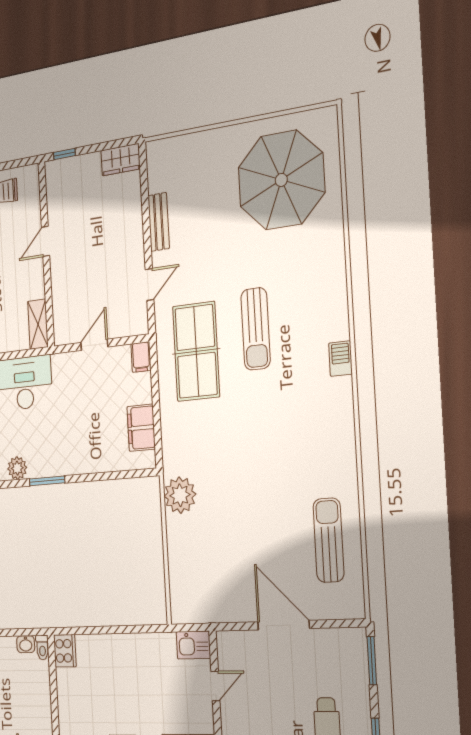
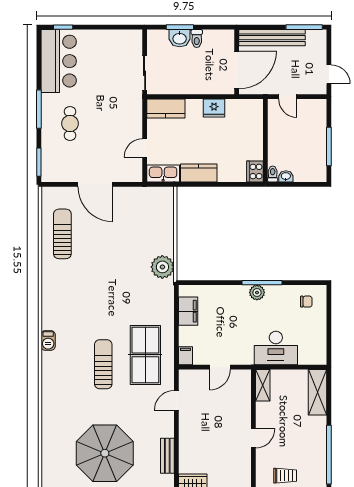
parasol: (281, 180) -> (105, 453), moved
bench: (159, 222) -> (167, 456), moved
plant: (17, 468) -> (257, 293), moved
window: (47, 481) -> (262, 283), width x1.44
sun lounger: (329, 540) -> (62, 234), turned 180
kitchen sink: (193, 645) -> (163, 173), width x1.38
kitchen counter: (139, 647) -> (199, 173), added

